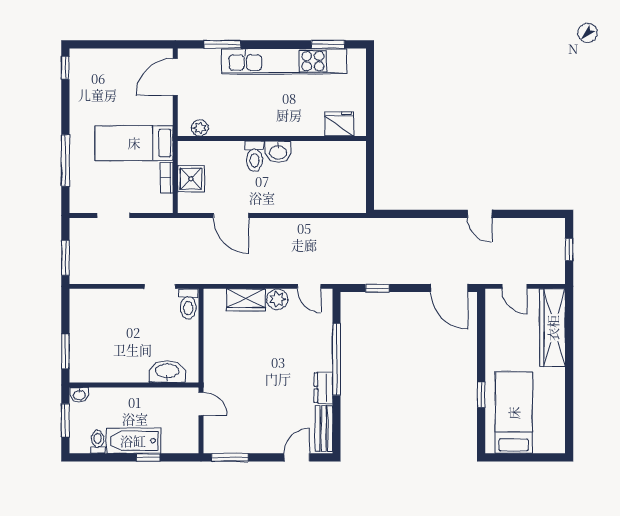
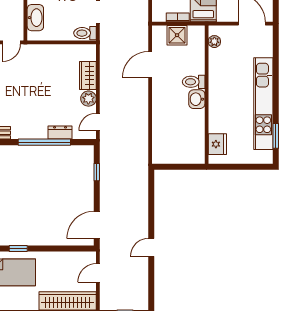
window: (222, 44) -> (276, 58), removed
dresser: (323, 388) -> (60, 133), moved

